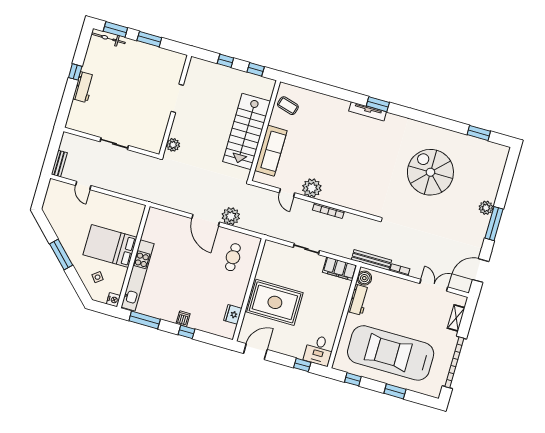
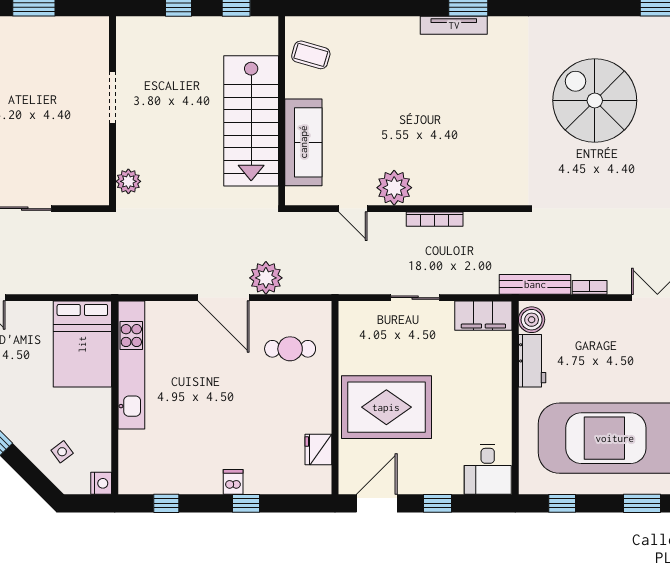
bed: (110, 246) -> (82, 344), moved, turned -90
cafe table: (233, 257) -> (290, 349), turned 90
kitchen unit: (137, 275) -> (131, 365), moved
window: (145, 320) -> (166, 503), width x0.46
window: (302, 365) -> (437, 503), moved

